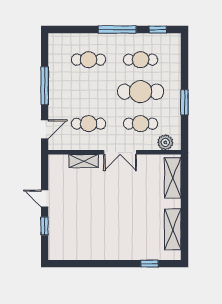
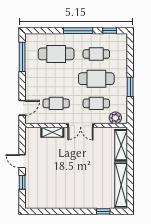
cafe table: (89, 60) -> (56, 54), width x1.37, depth x1.35
window: (45, 86) -> (22, 57), moved
shelving: (173, 229) -> (121, 185), width x1.47

